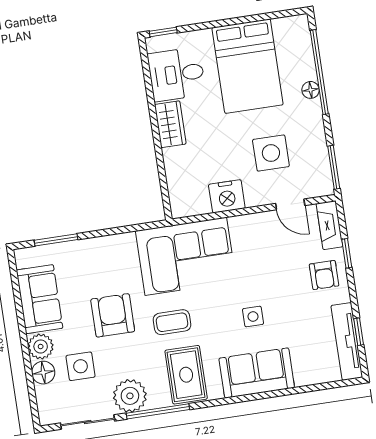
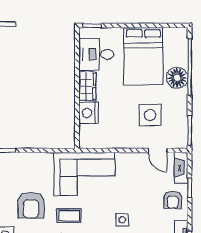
floor lamp: (311, 90) -> (177, 78), width x1.89, depth x1.89
nightstand: (227, 196) -> (89, 113), moved, turned 90
armchair: (113, 315) -> (31, 205), turned 180

